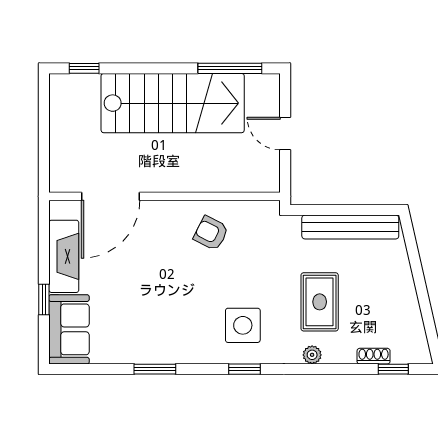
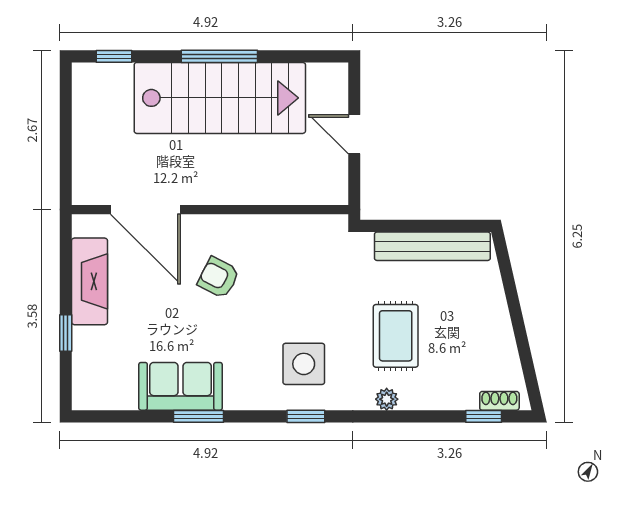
window: (230, 68) -> (219, 56), moved
door: (111, 196) -> (145, 210), hinge flipped
armchair: (211, 233) -> (218, 278), moved
sofa: (69, 329) -> (181, 386), moved, turned -90
shoe rack: (374, 356) -> (499, 401), moved

